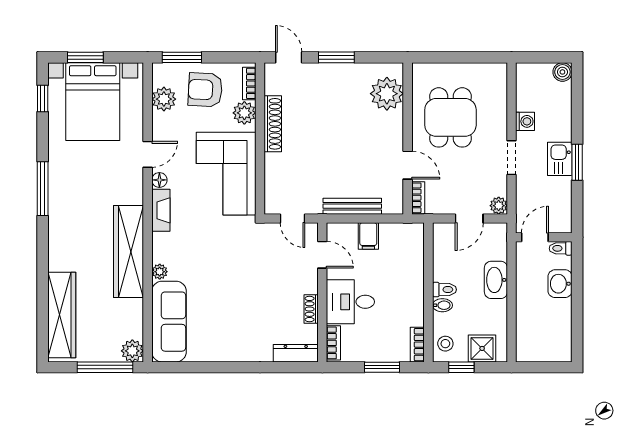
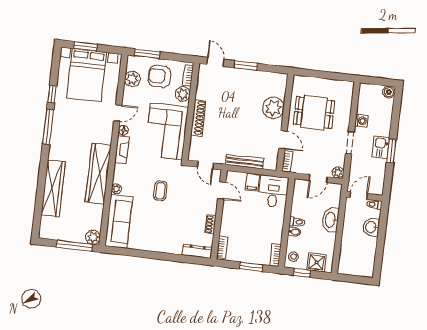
plant: (387, 94) -> (273, 108), moved
window: (43, 99) -> (52, 94), moved
dining table: (450, 117) -> (314, 113), turned 90
shoe rack: (273, 124) -> (198, 118), moved
coffee table: (228, 267) -> (160, 191), added
desk: (350, 302) -> (273, 191), moved, turned 90
wardrobe: (62, 315) -> (53, 188), moved

